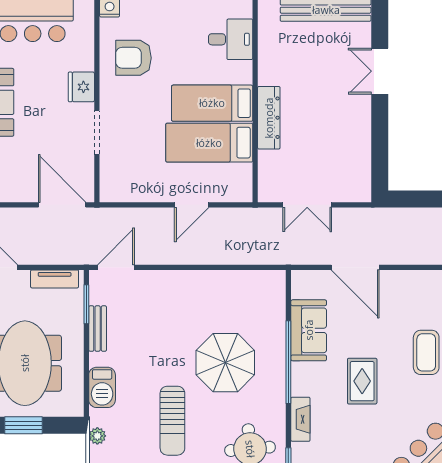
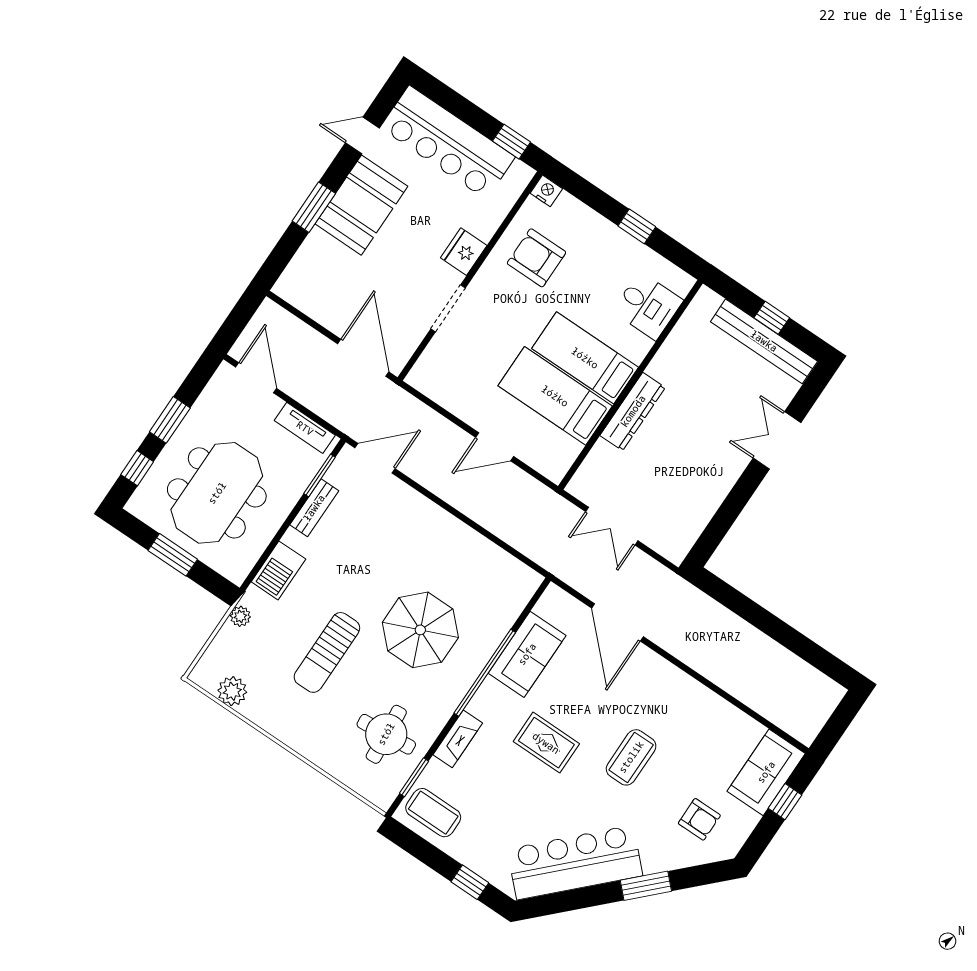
rug: (362, 381) -> (546, 743), turned 90

